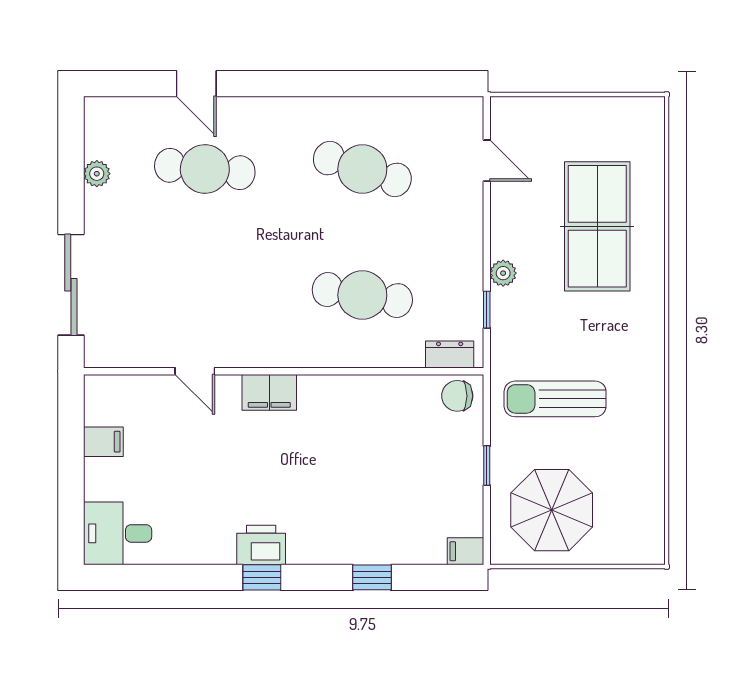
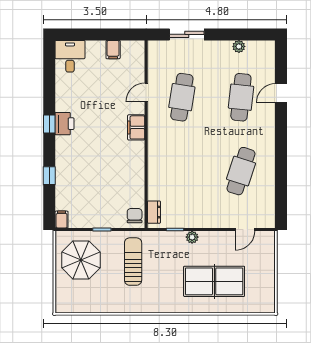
sliding door: (71, 285) -> (187, 34), width x0.73
cafe table: (362, 295) -> (182, 97), moved

